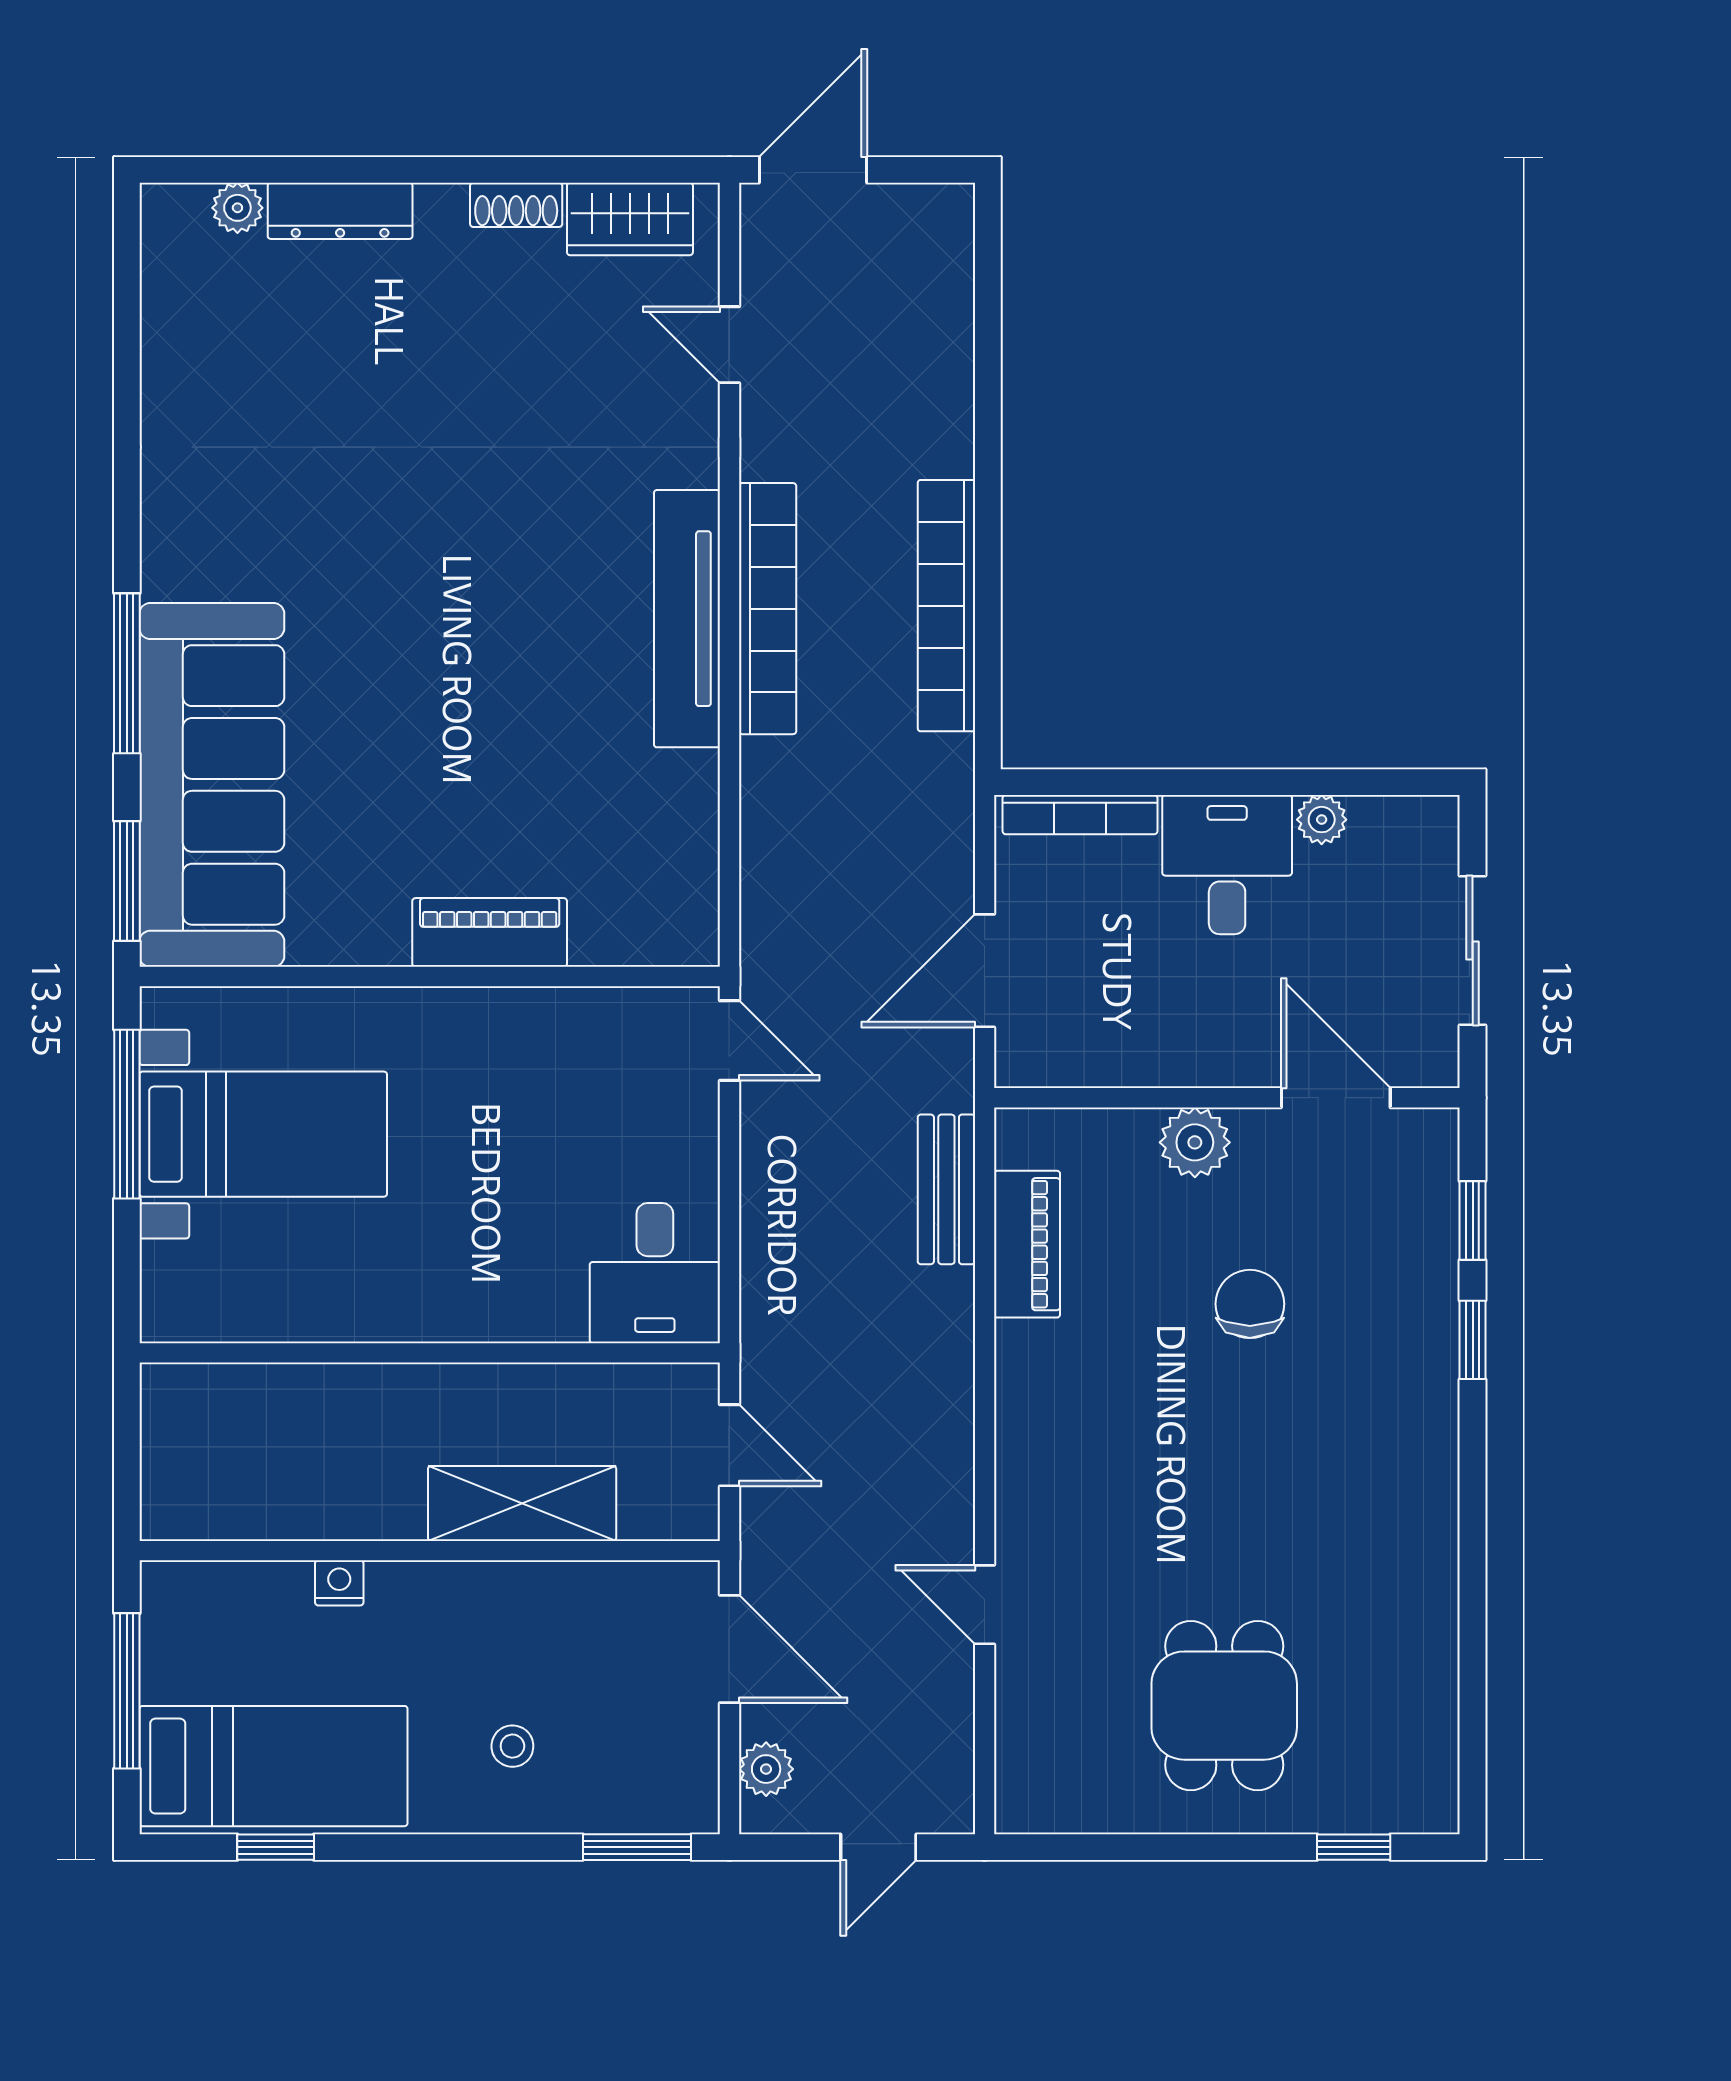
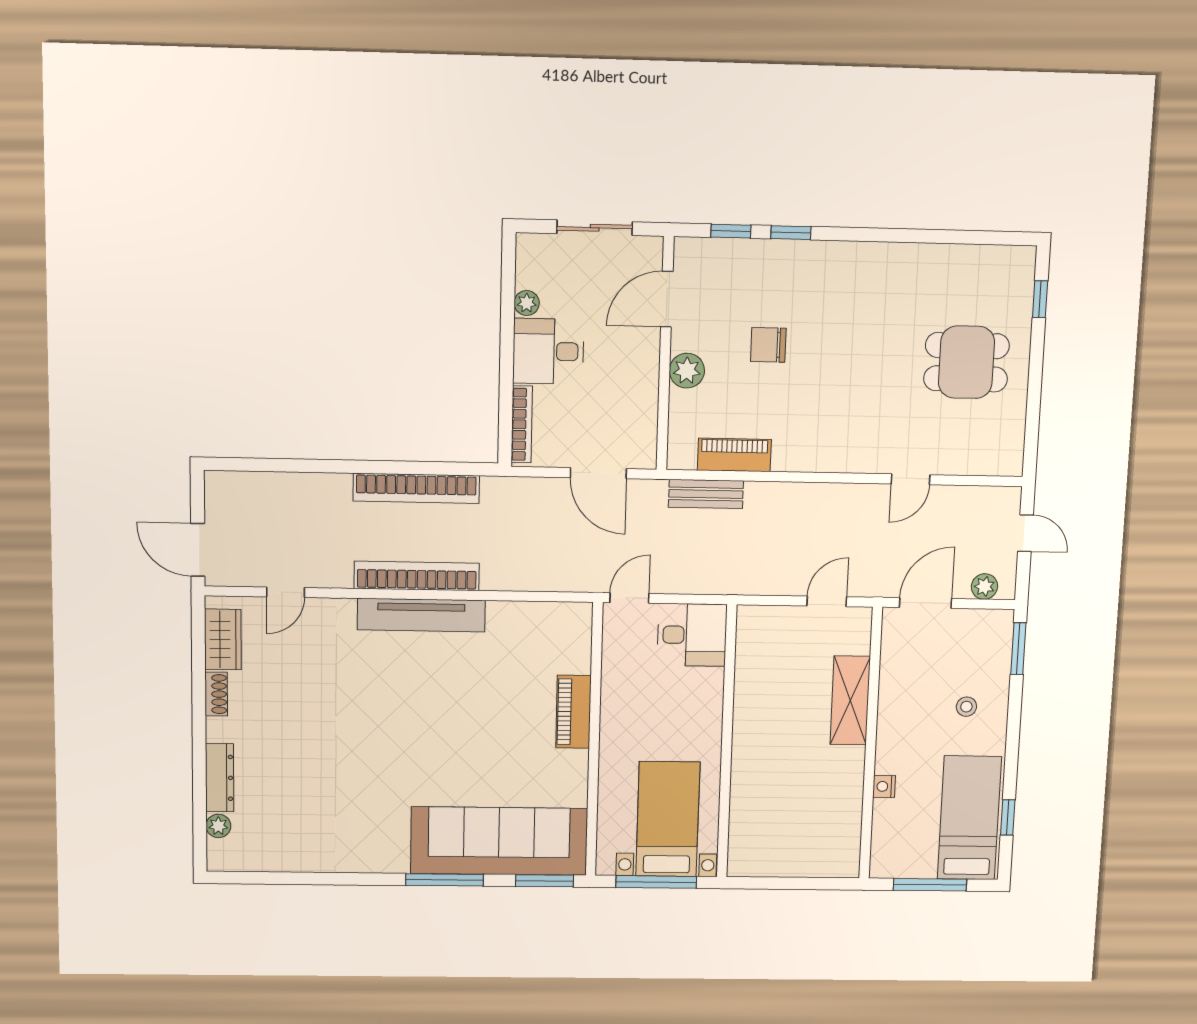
desk: (655, 1273) -> (692, 635), moved
wall: (430, 1353) -> (727, 742), moved

